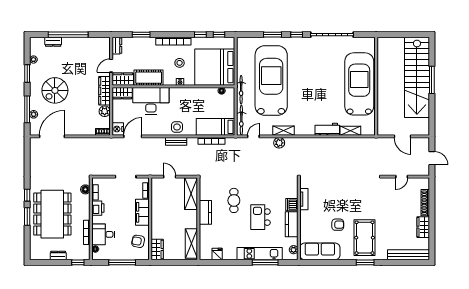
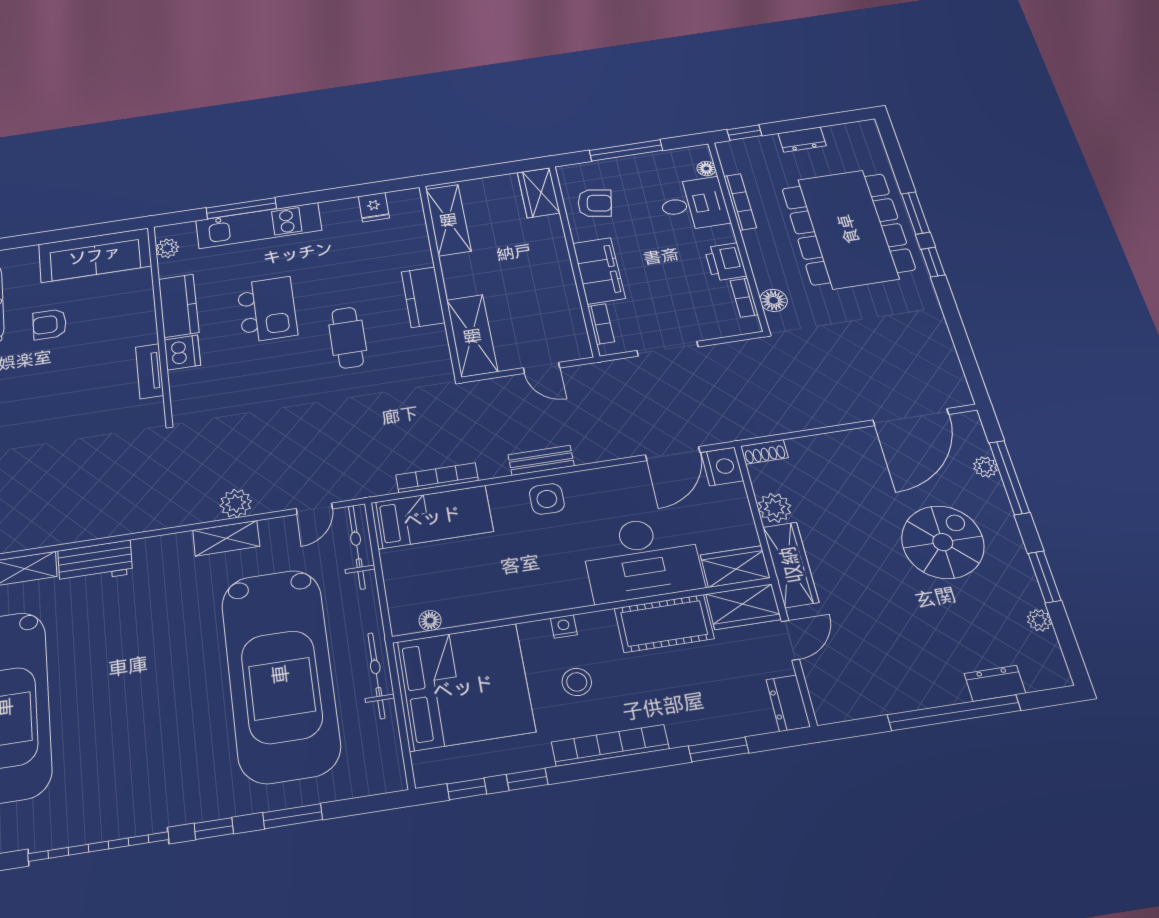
bicycle: (241, 90) -> (376, 675), moved

